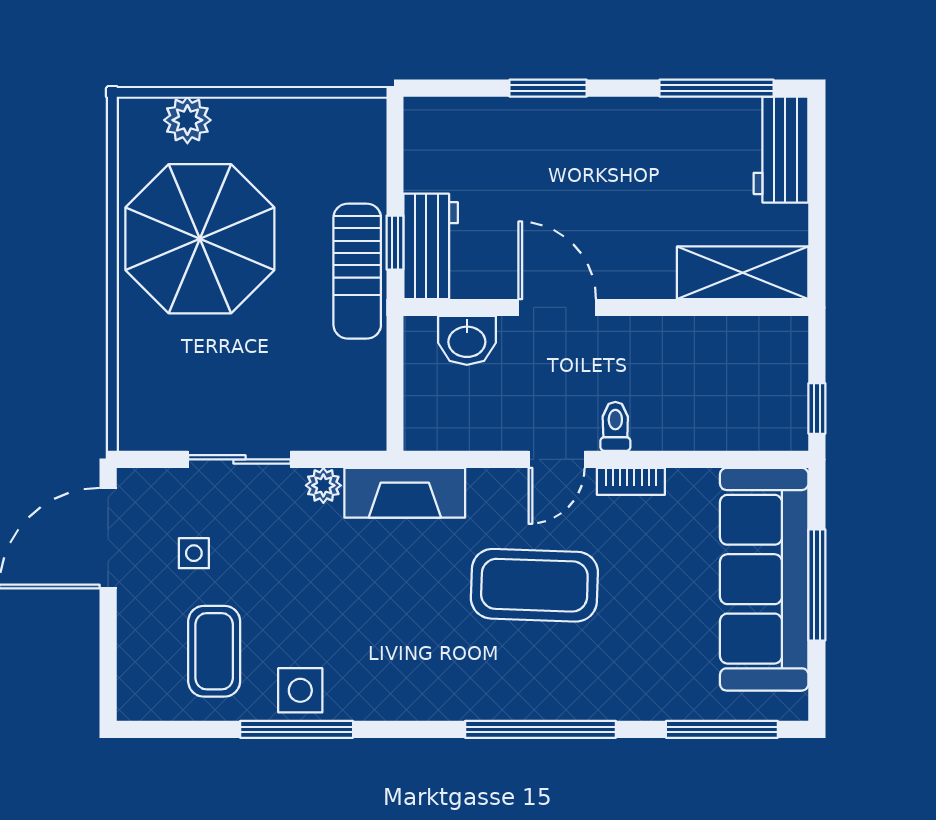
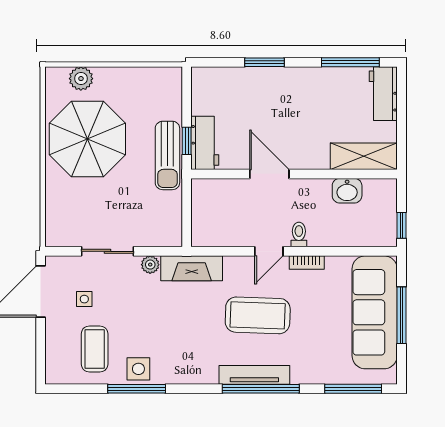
washbasin: (467, 340) -> (347, 191), moved
tv unit: (528, 702) -> (254, 375), added

